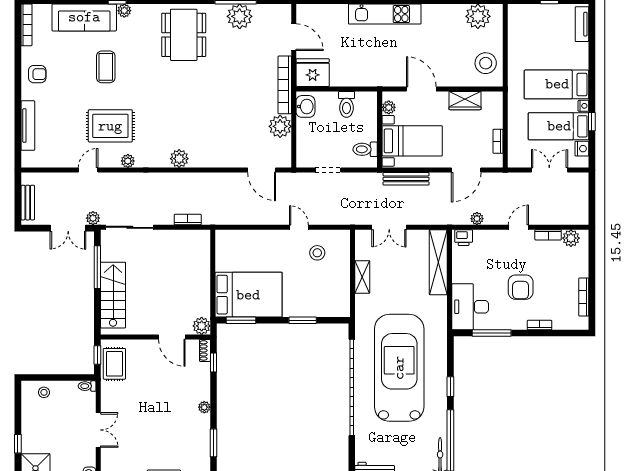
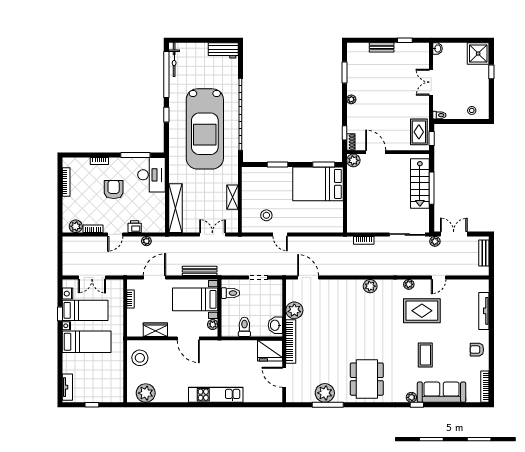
printer: (464, 238) -> (135, 227), moved
window: (97, 267) -> (432, 188), moved

